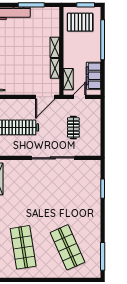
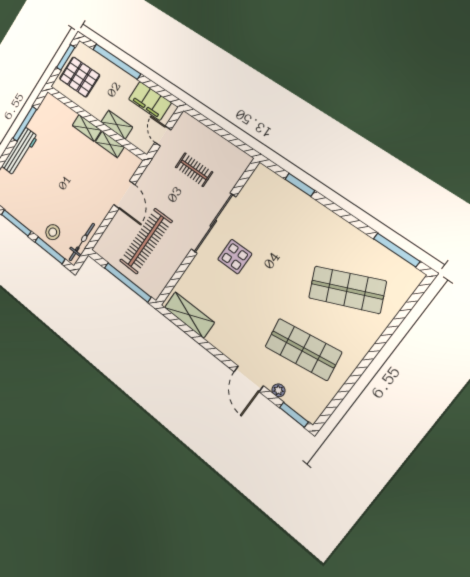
pallet: (80, 22) -> (80, 77), turned 90
shelving: (68, 79) -> (117, 125), moved
door: (45, 97) -> (124, 195), moved
display table: (44, 181) -> (235, 257), added

